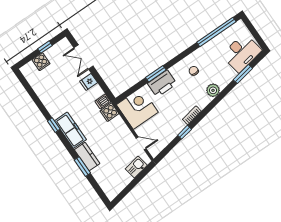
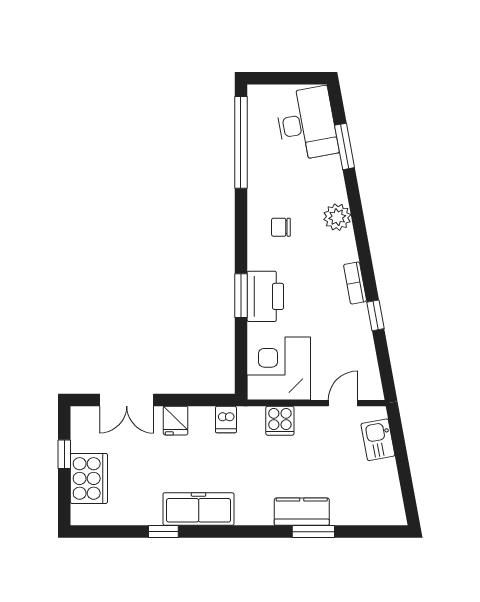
cooker: (41, 62) -> (89, 478), width x1.87, depth x1.31
cooker: (109, 112) -> (280, 421), moved
window: (54, 125) -> (163, 532), moved
freezer: (70, 130) -> (199, 509), moved

